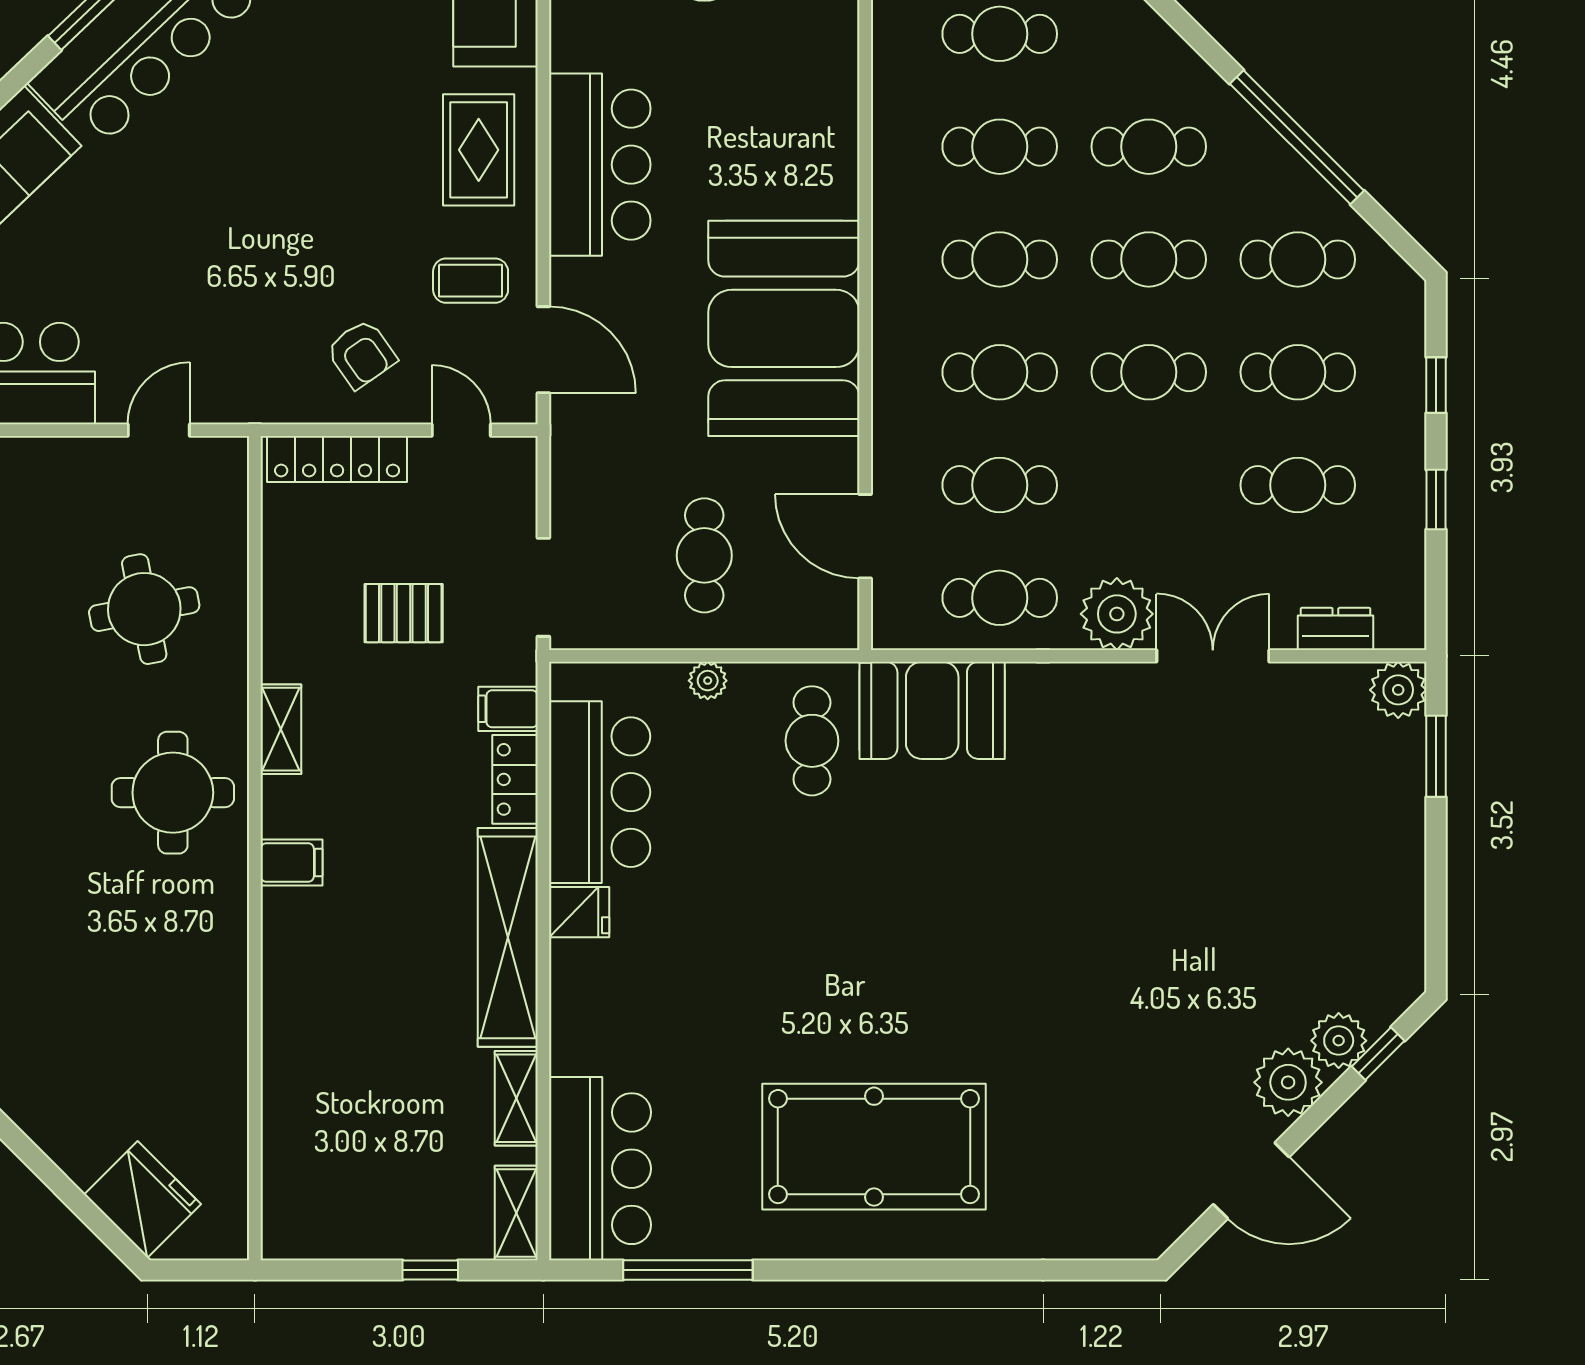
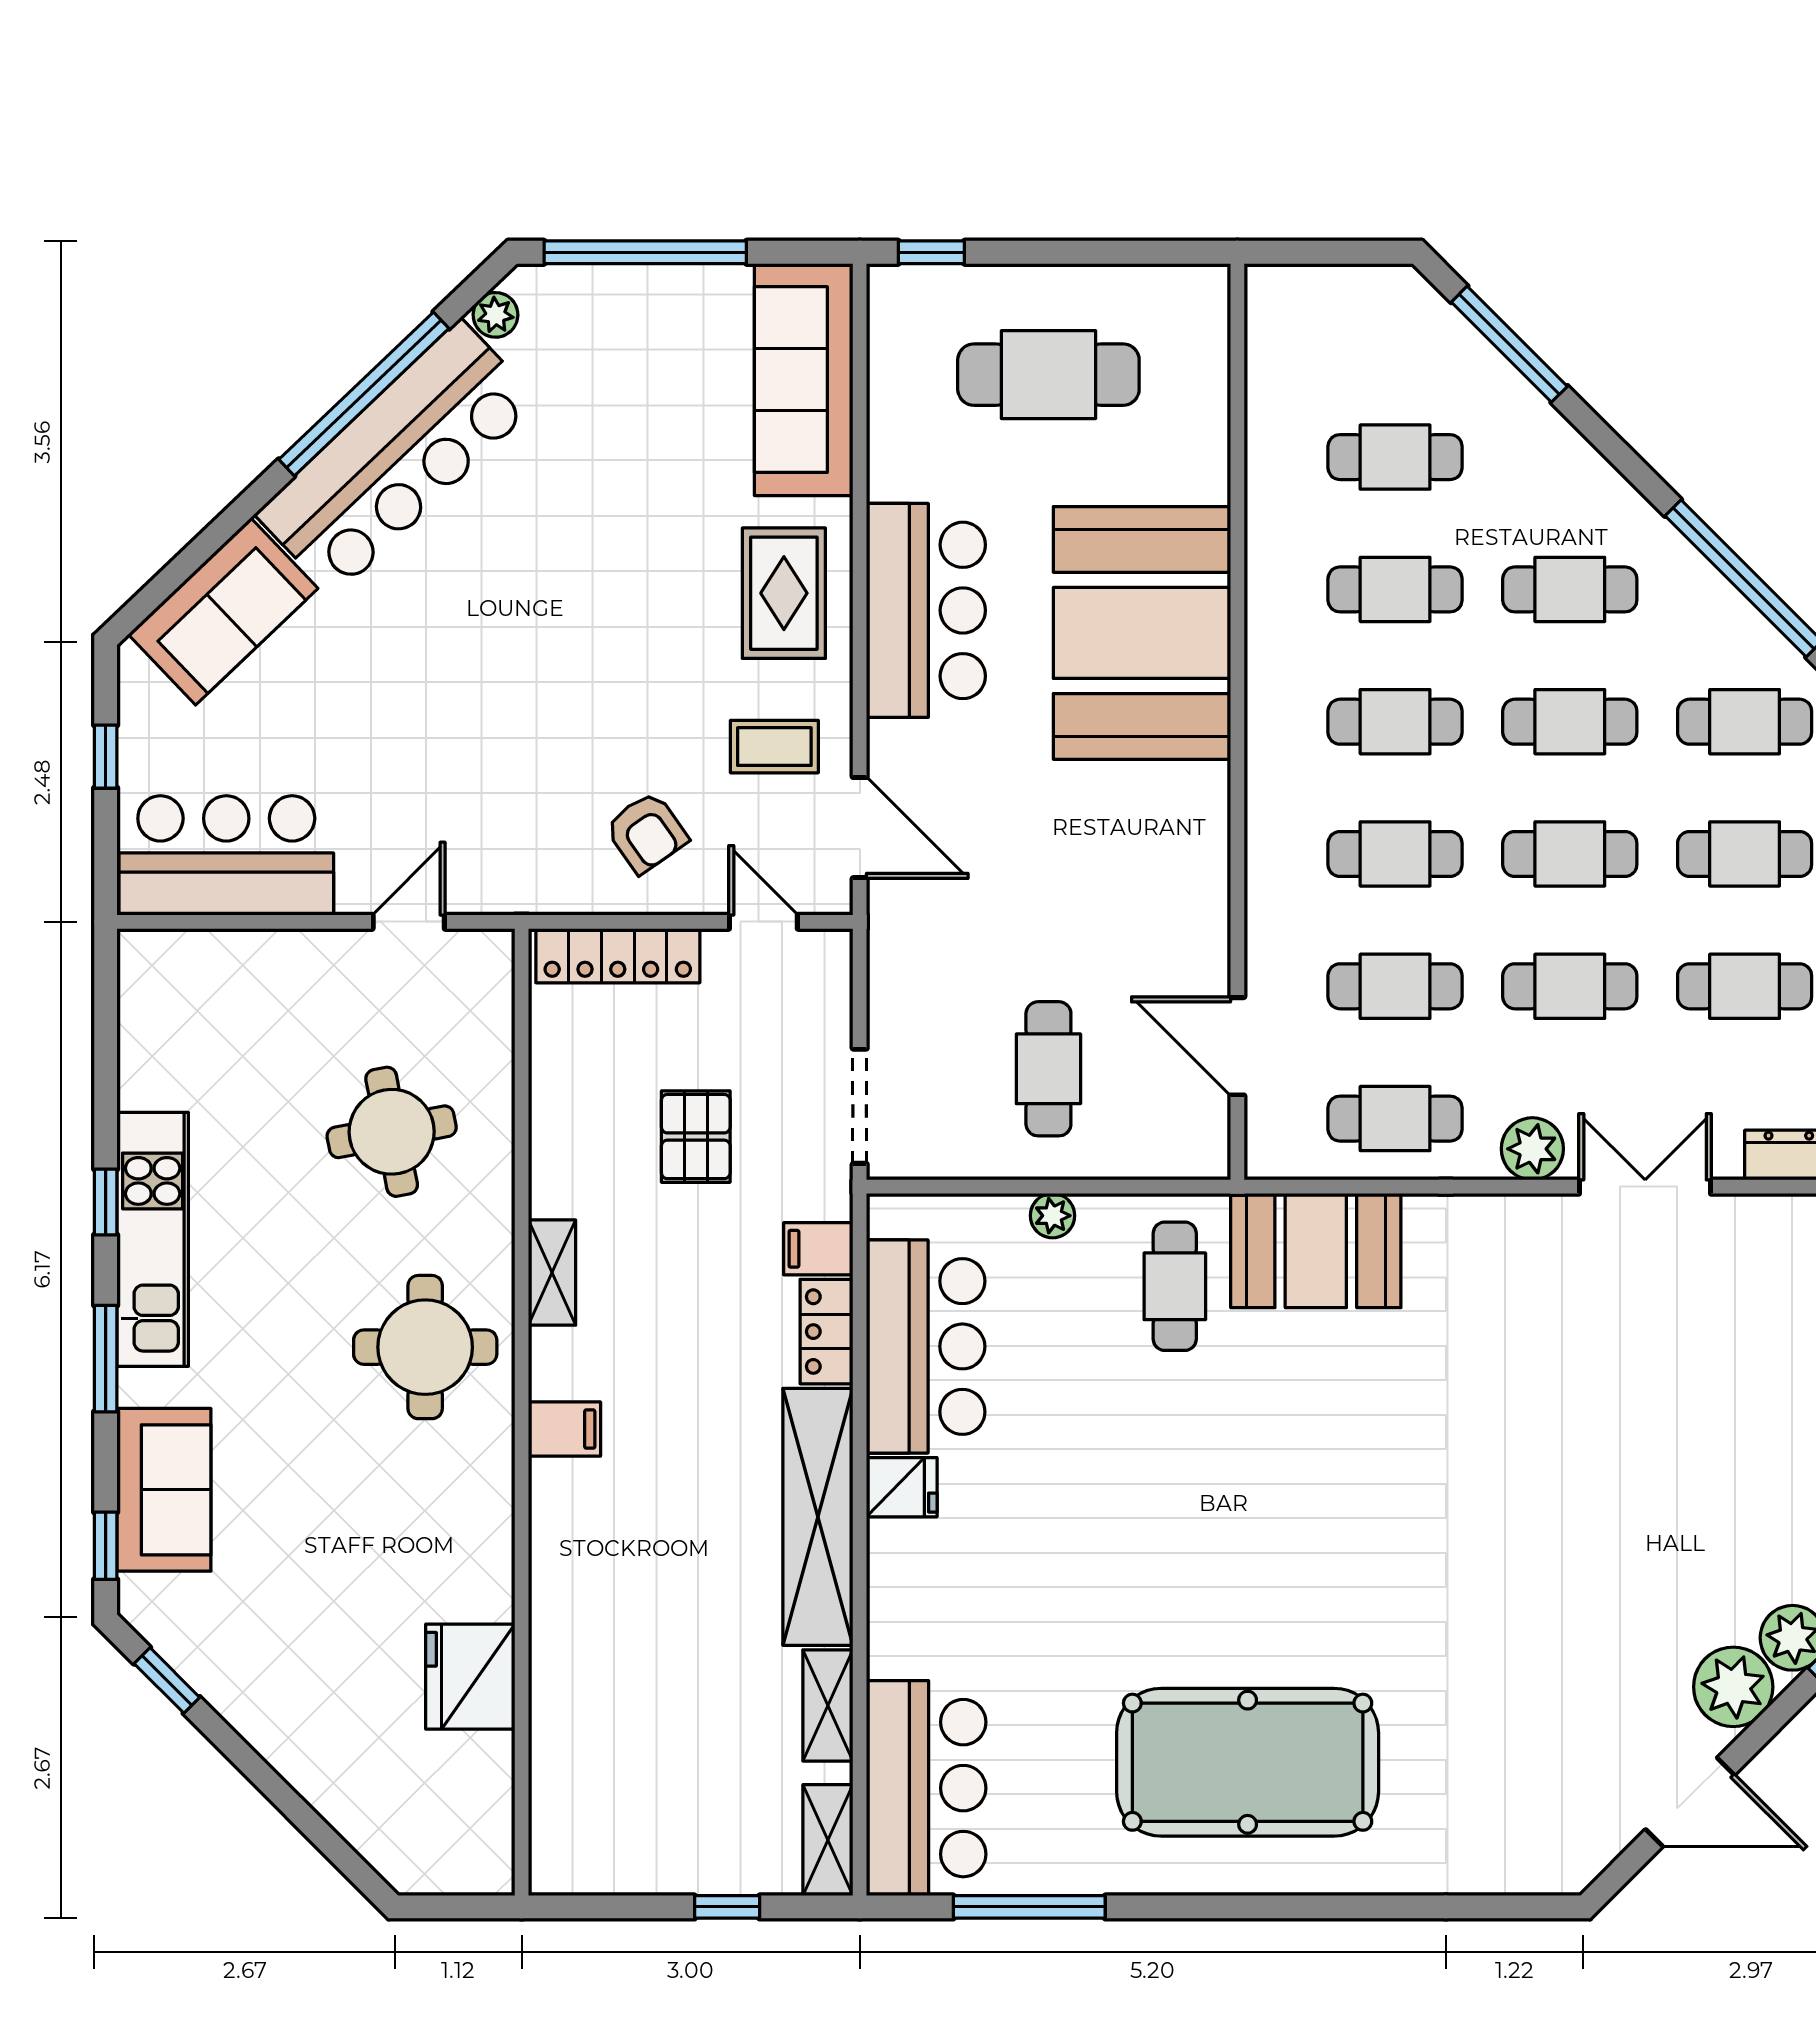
booth: (784, 328) -> (1142, 633), moved
cafe table: (1149, 485) -> (1570, 986), added
pallet: (404, 613) -> (696, 1137), turned 90
plant: (1117, 614) -> (1532, 1149), width x0.73, depth x0.73
fridge: (142, 1199) -> (470, 1677), moved, turned -135

